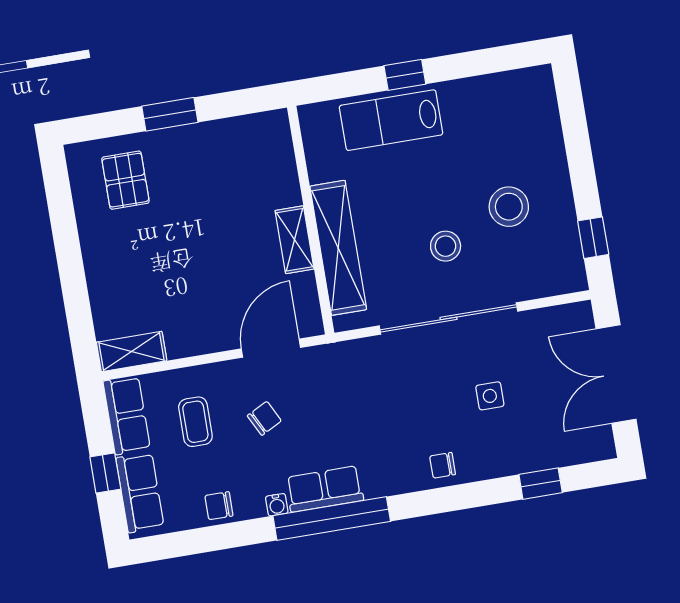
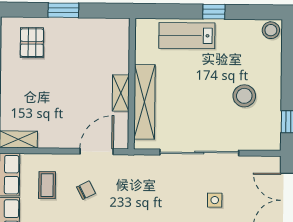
window: (405, 75) -> (214, 12), moved
stool: (446, 246) -> (271, 30), moved

